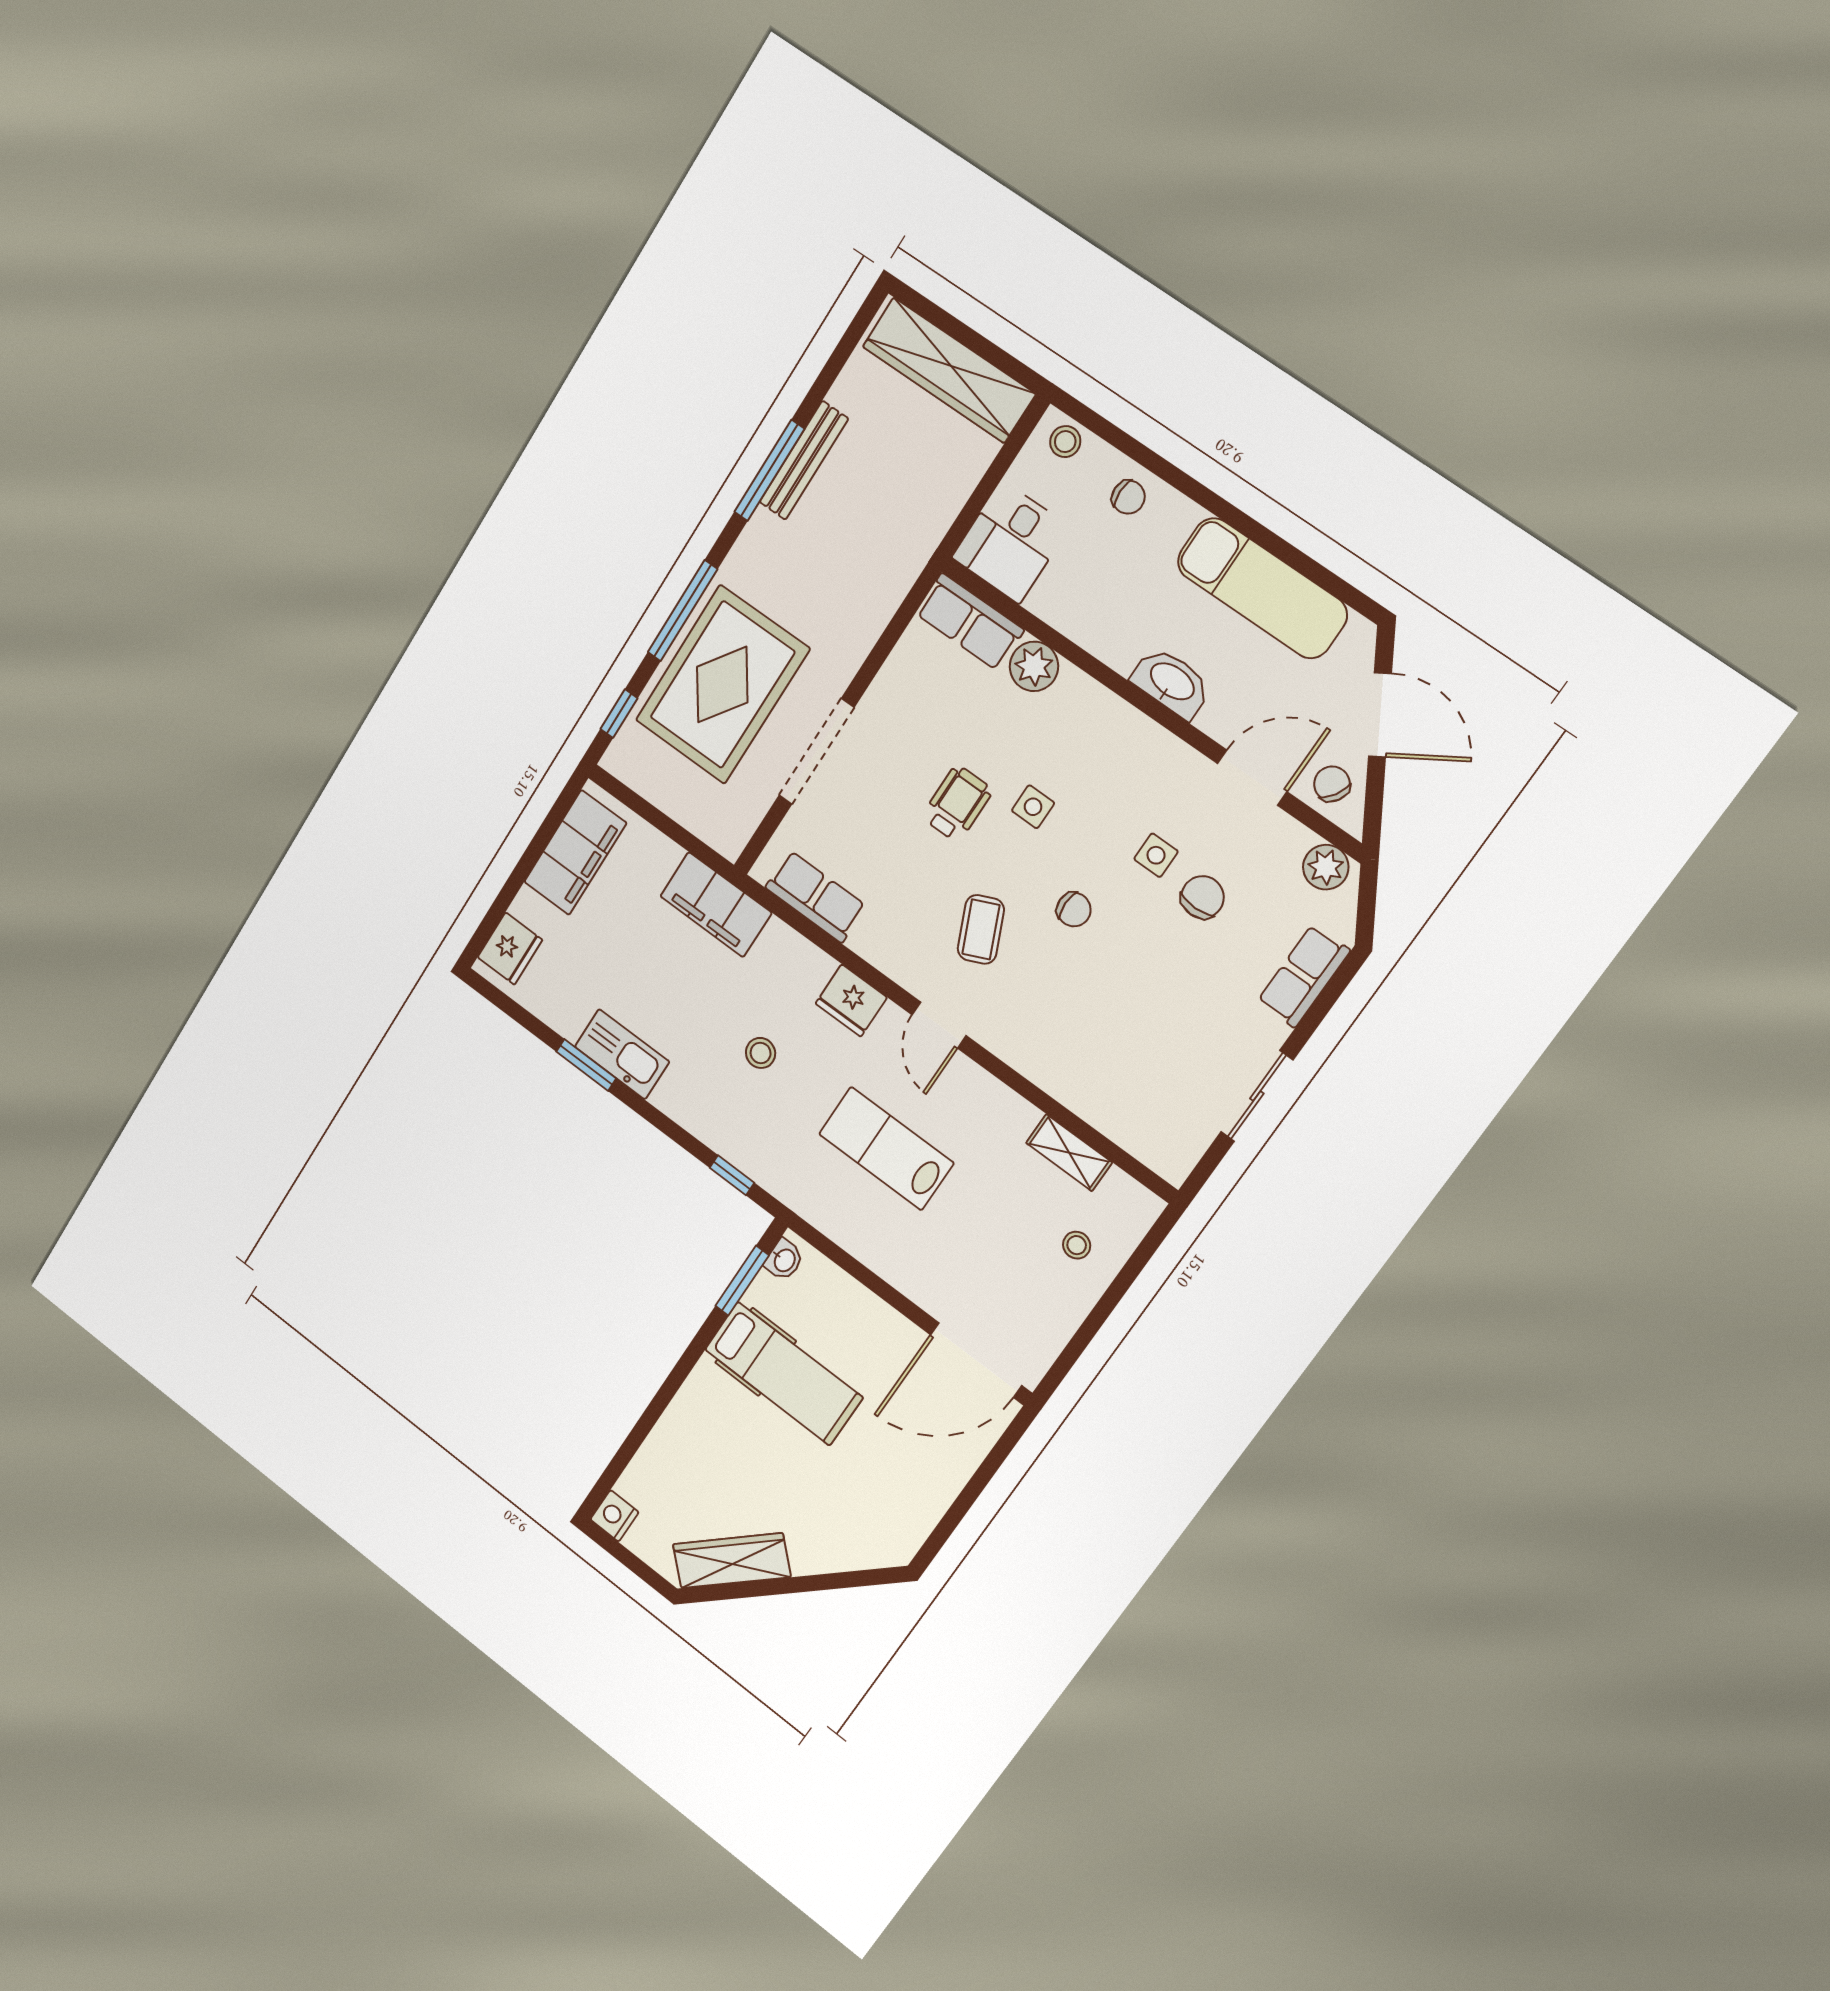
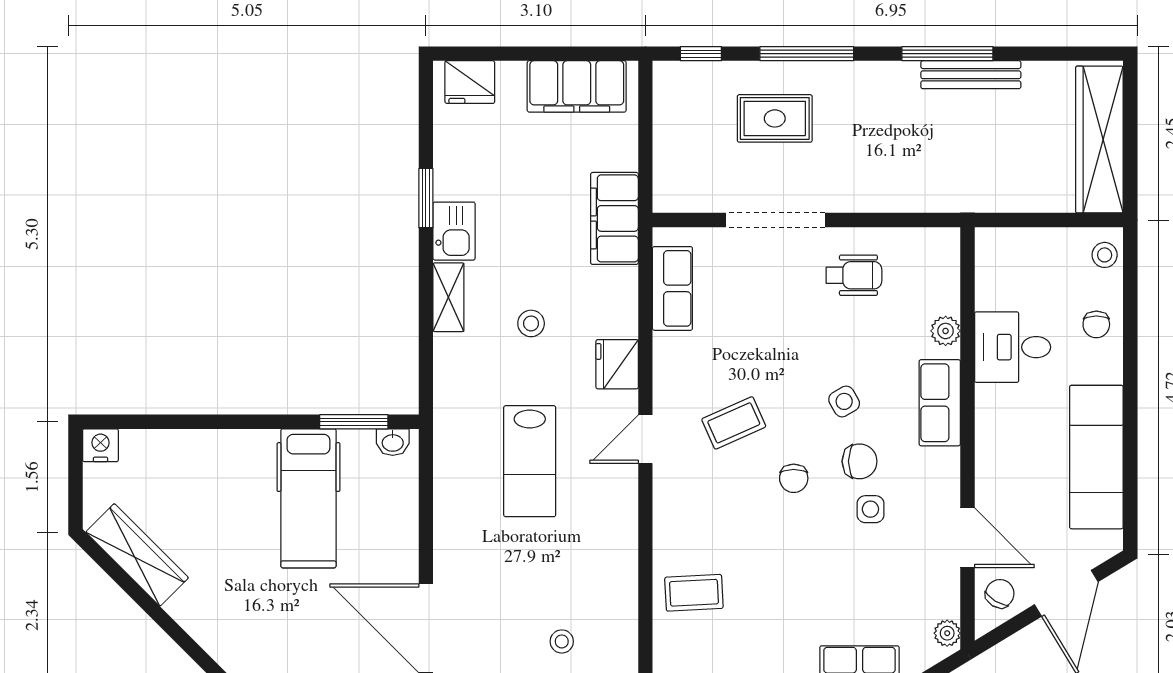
desk: (1010, 542) -> (1013, 347), moved
row of seats: (970, 622) -> (940, 403), moved
plant: (1034, 666) -> (946, 331), width x0.73, depth x0.73
washbasin: (1172, 682) -> (993, 439), removed
rug: (722, 685) -> (775, 118), width x0.54, depth x0.49
wheelchair: (957, 804) -> (854, 275), moved
side table: (1033, 807) -> (844, 401), turned -30
plant: (1326, 867) -> (947, 633), width x0.73, depth x0.73
chair: (1203, 897) -> (860, 461), moved
kitchen sink: (622, 1054) -> (454, 231), width x0.73
coffee table: (1118, 1086) -> (694, 593), added
lab bench: (886, 1148) -> (530, 461), turned 180
shelving: (1069, 1153) -> (448, 297), moved
window: (732, 1175) -> (426, 362), removed

